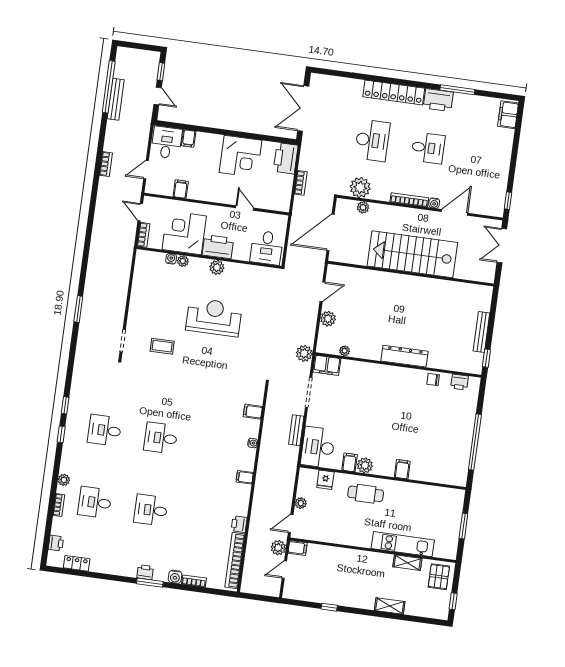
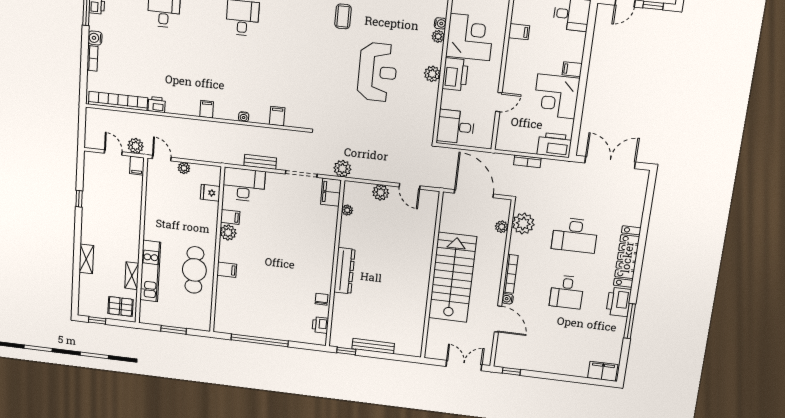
filing cabinet: (189, 138) -> (572, 69), moved
cafe table: (366, 494) -> (194, 270), moved, width x1.37, depth x1.35

